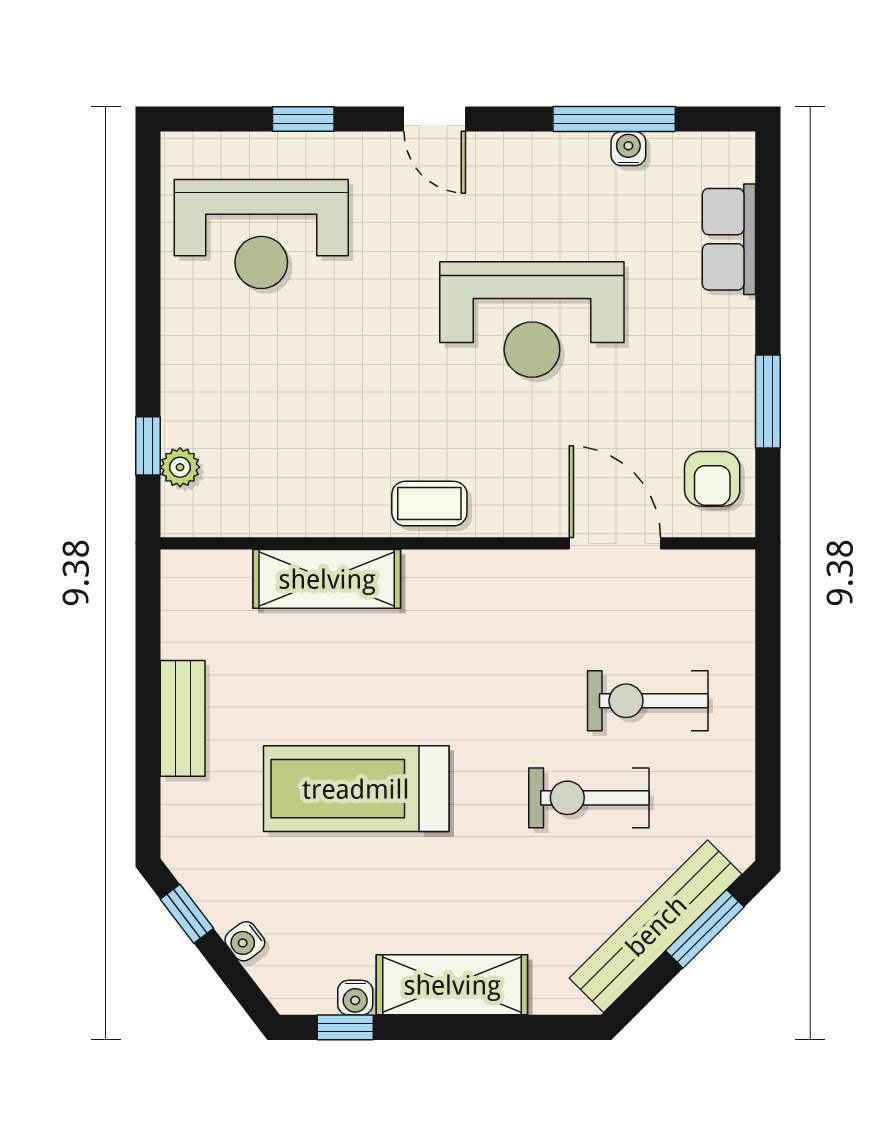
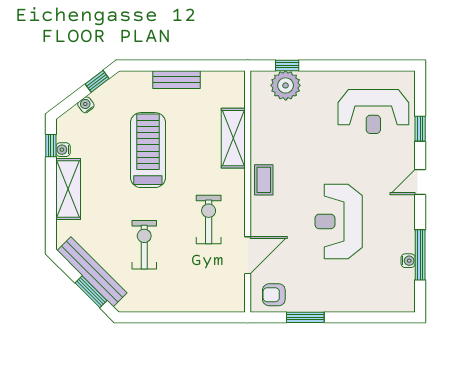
reception desk: (261, 234) -> (373, 111), turned -90
row of seats: (729, 239) -> (371, 302), removed
plant: (180, 467) -> (286, 85), width x1.87, depth x1.87
exercise bike: (648, 701) -> (209, 220), moved

